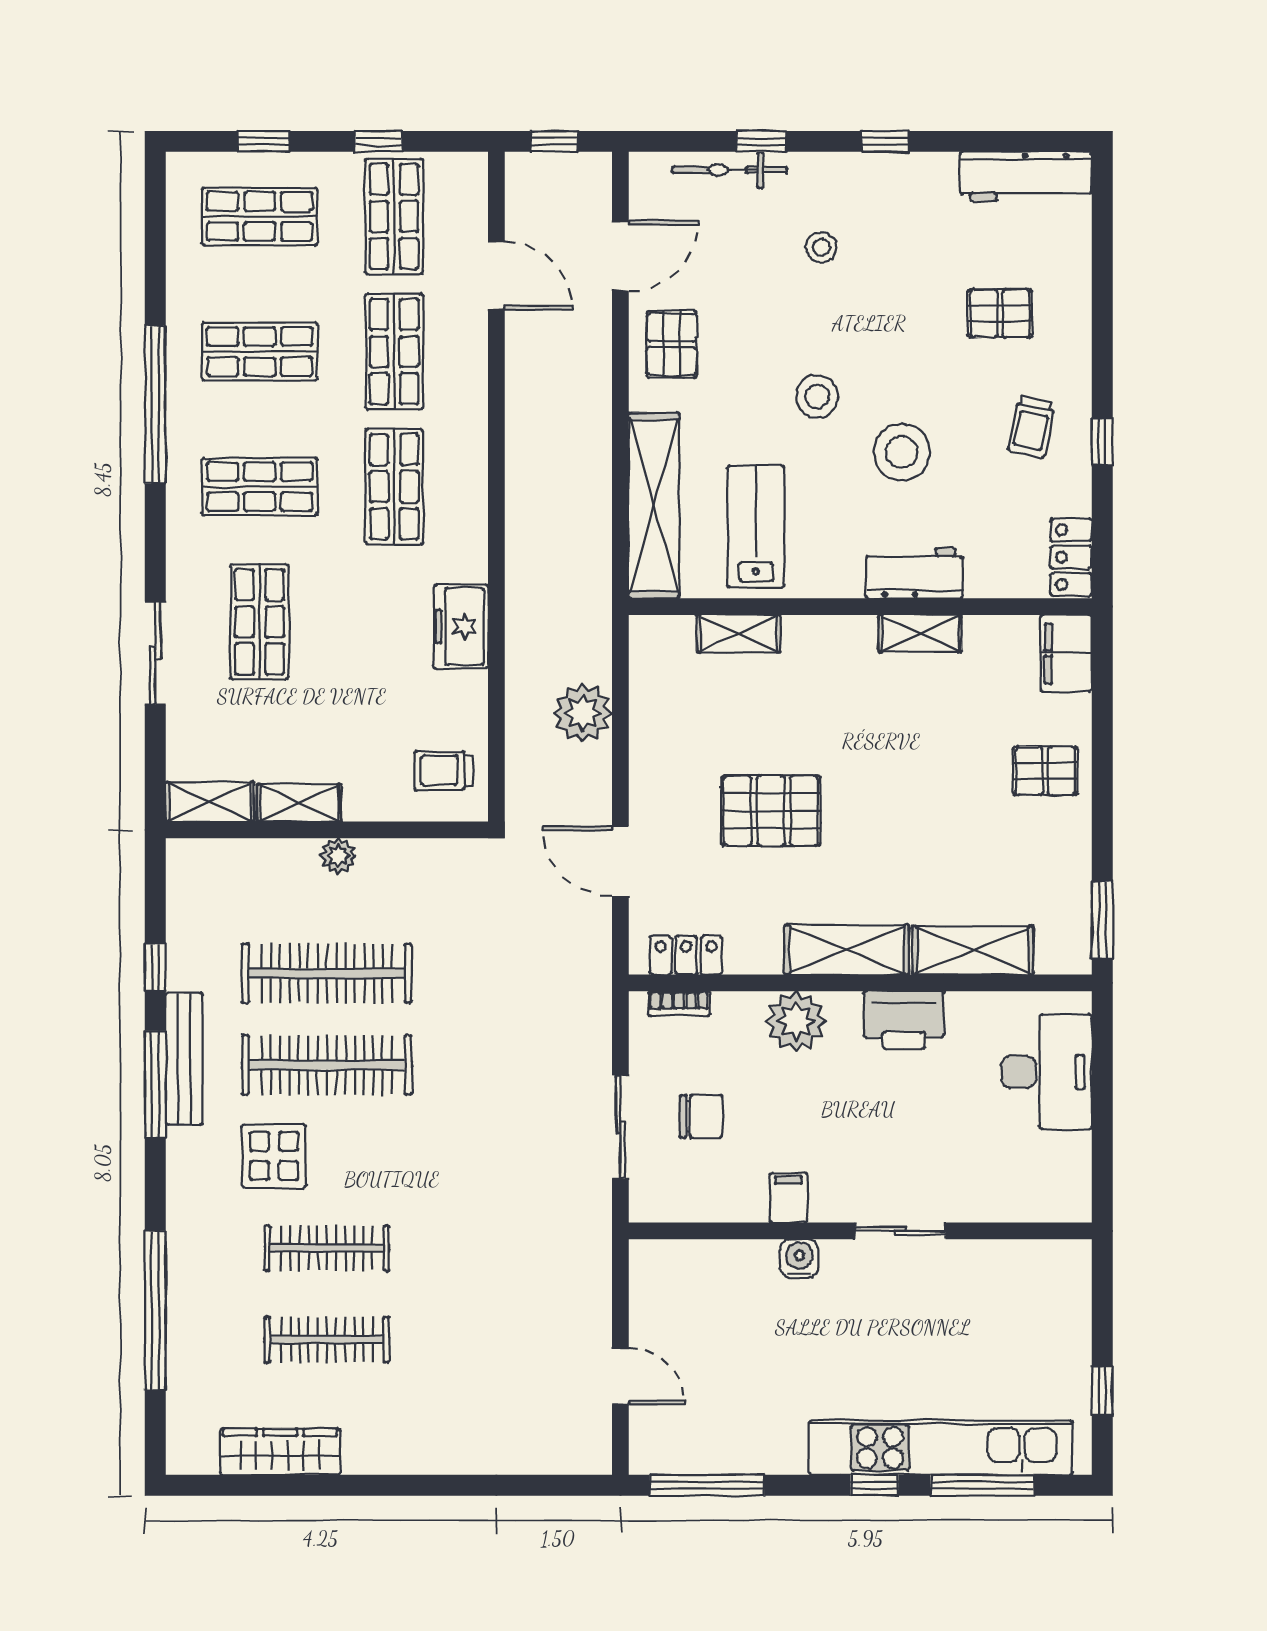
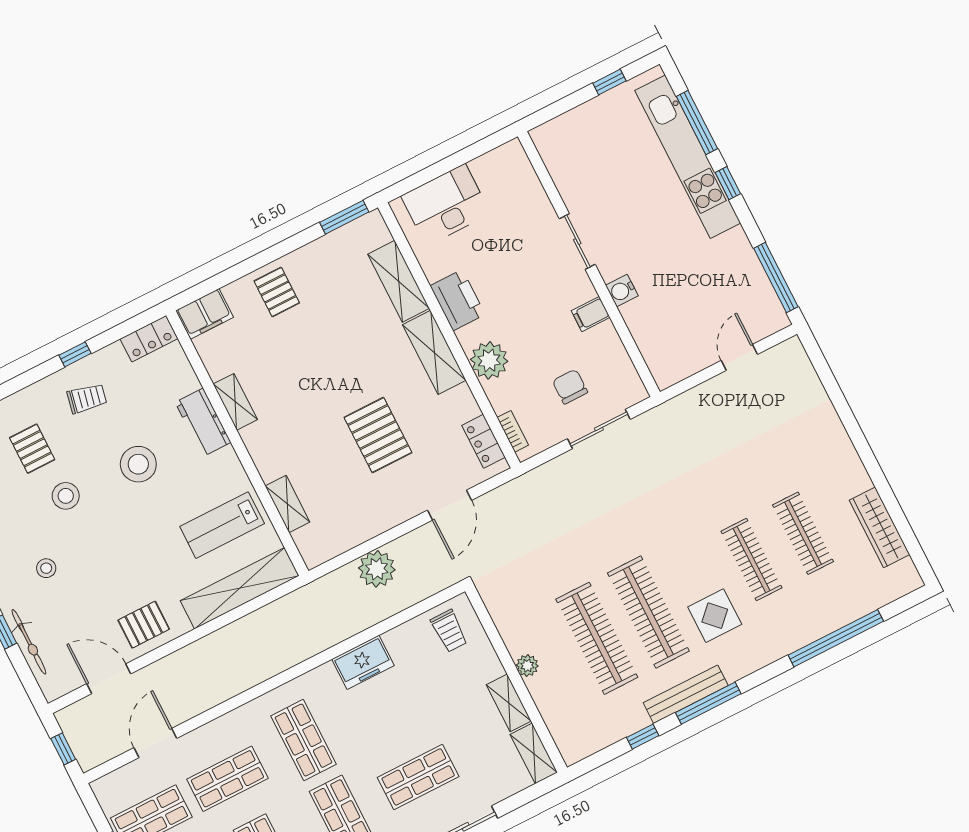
stool: (817, 396) -> (66, 496), moved
shop shelf: (394, 487) -> (304, 740), turned 90

